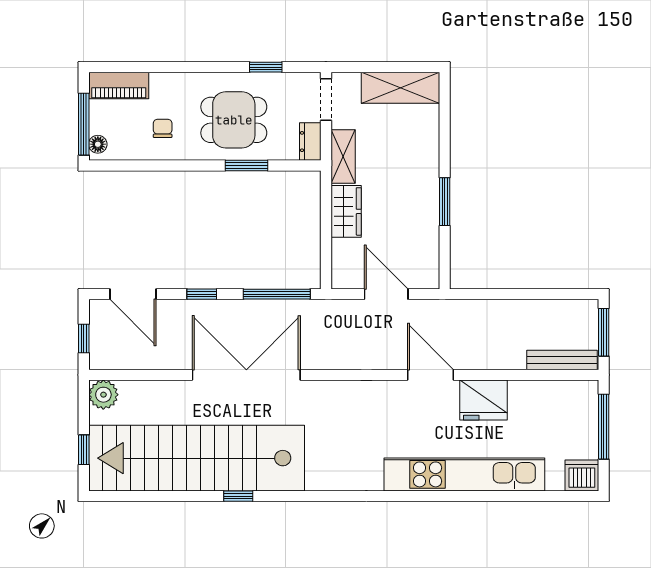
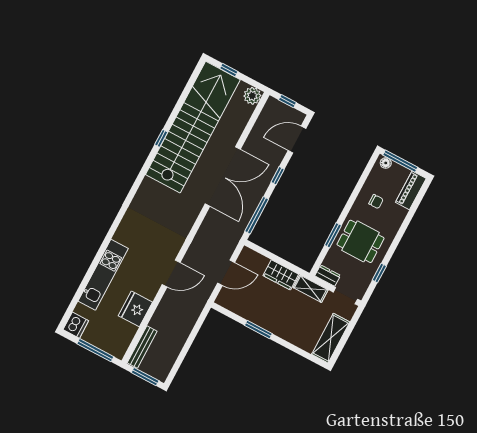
dining table: (234, 120) -> (361, 241), turned 90
fridge: (484, 400) -> (135, 309), moved
kitchen unit: (464, 474) -> (103, 275), width x0.73

